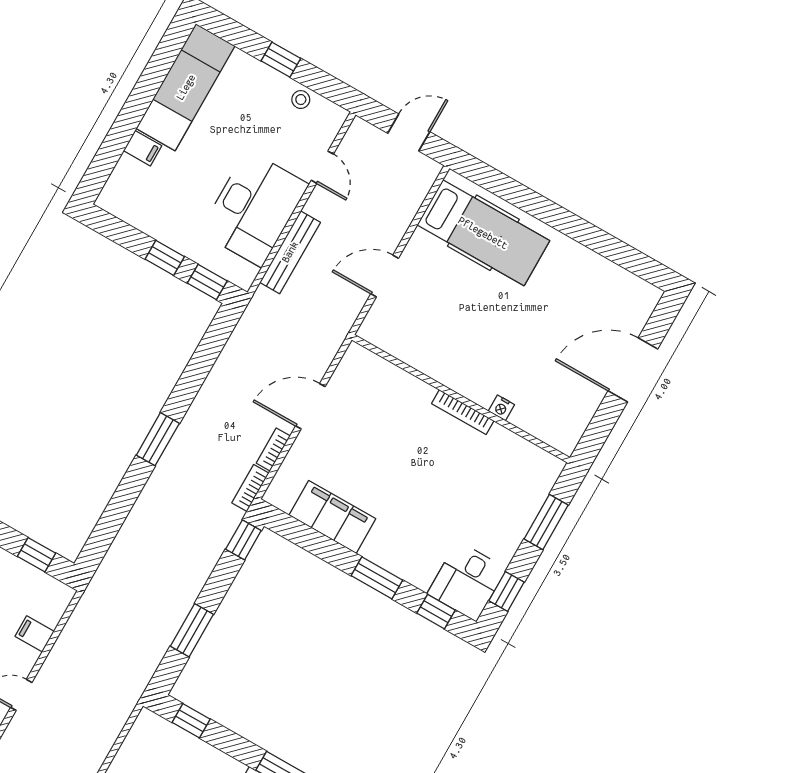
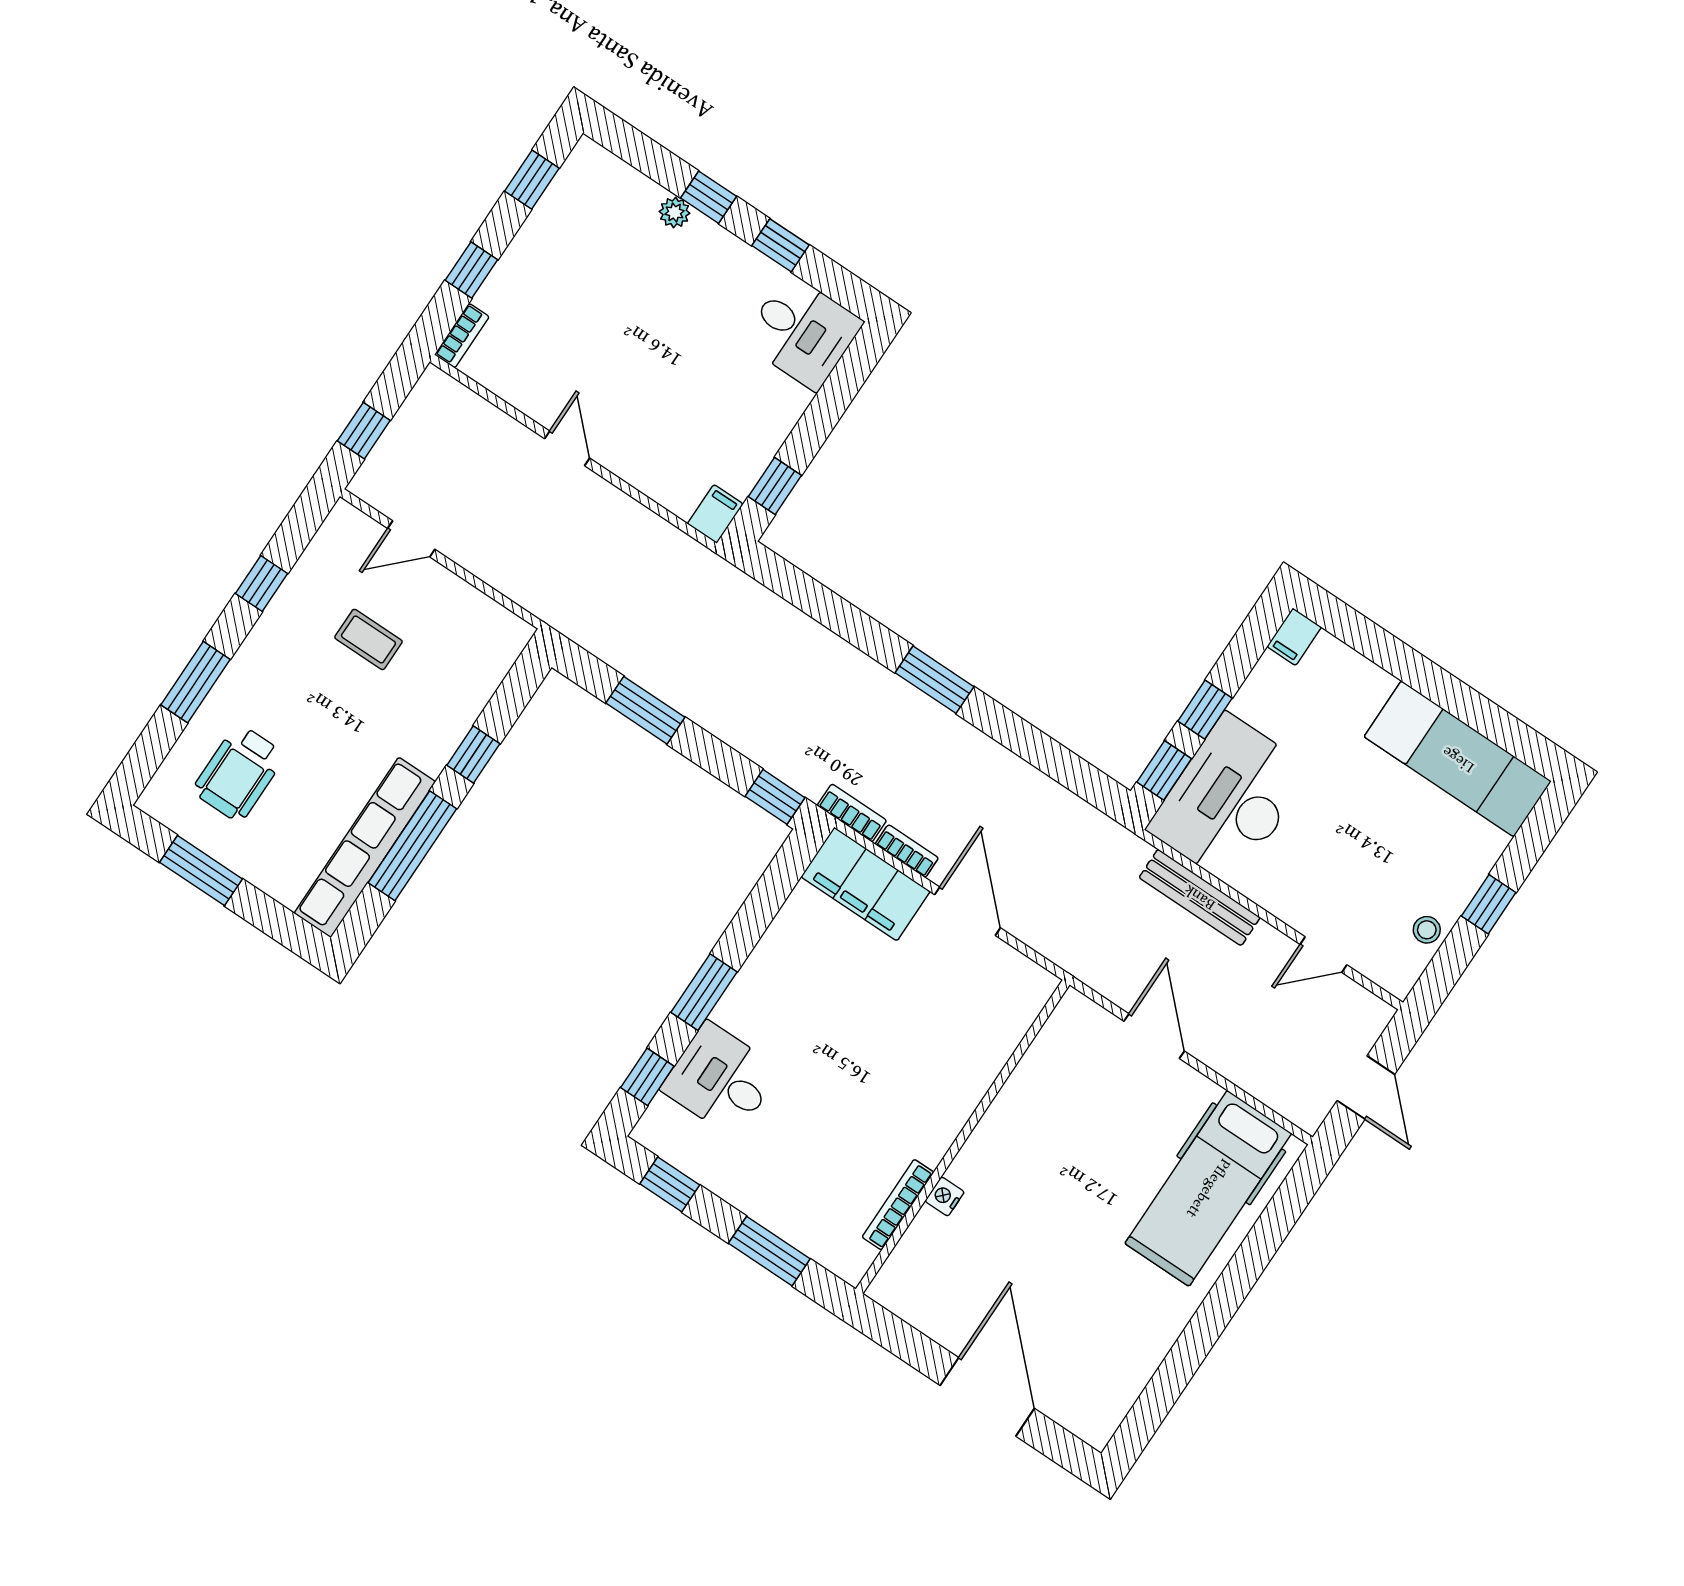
filing cabinet: (143, 148) -> (1294, 637), moved
desk: (254, 208) -> (1229, 800), moved, turned 90
bookcase: (463, 412) -> (898, 1205), moved
filing cabinet: (332, 517) -> (866, 884), moved, turned 90
desk: (467, 581) -> (721, 1080), moved
filing cabinet: (35, 634) -> (715, 514), moved
window: (191, 721) -> (473, 755), moved

